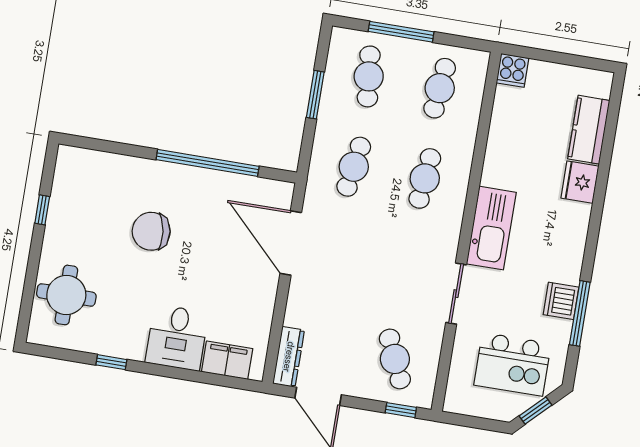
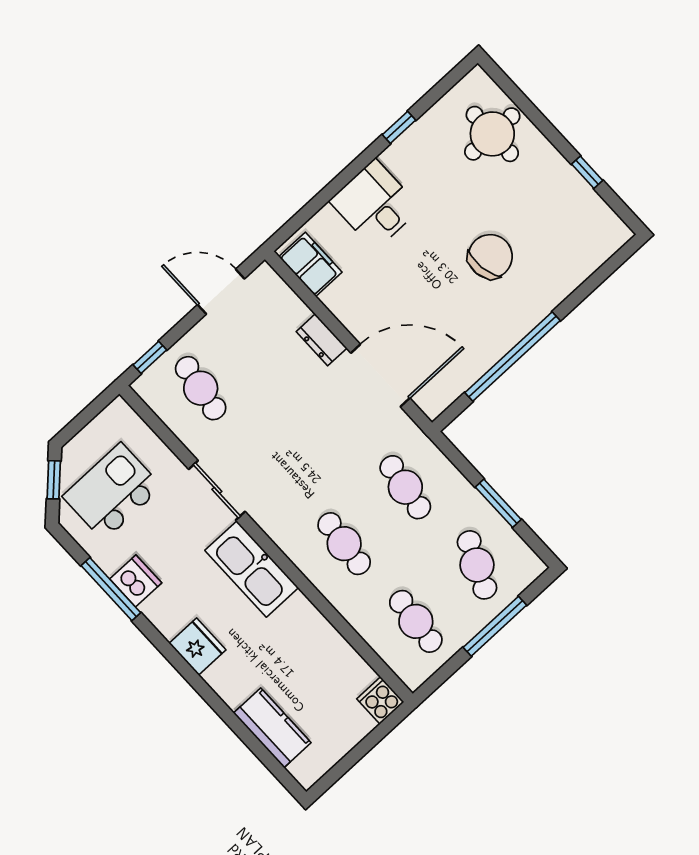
cafe table: (369, 76) -> (477, 565), turned 30
fridge: (580, 182) -> (197, 647), moved
dresser: (289, 357) -> (322, 340), moved, width x0.70
cafe table: (395, 359) -> (201, 388), turned 33
filing cabinet: (227, 360) -> (310, 264), moved, turned -90

